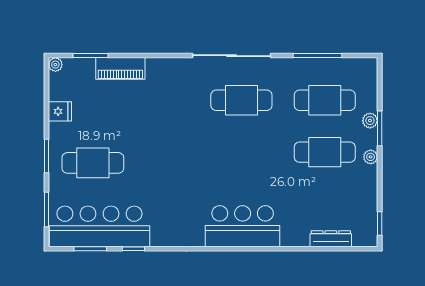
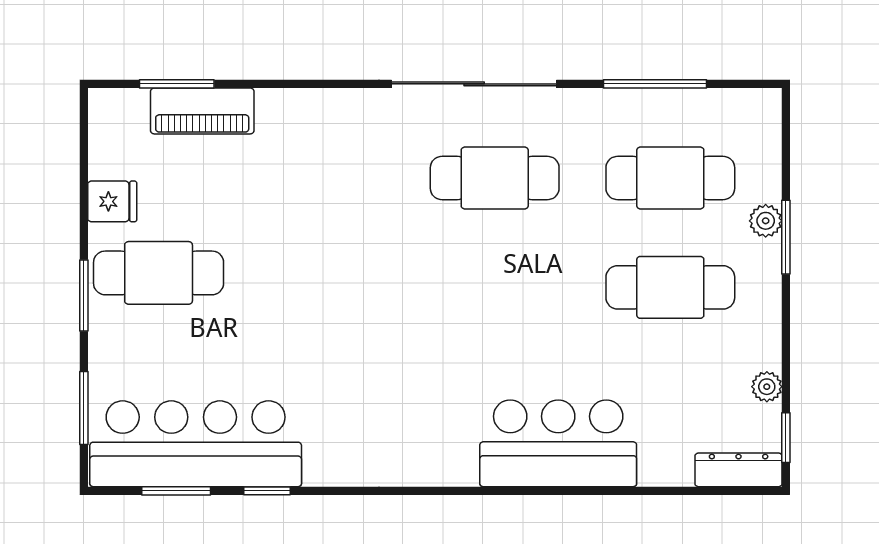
plant: (55, 65) -> (103, 103), removed
piano: (120, 68) -> (202, 111), moved
plant: (371, 157) -> (767, 387), moved
cafe table: (93, 163) -> (159, 273), moved
bar counter: (243, 226) -> (558, 443), moved
dresser: (331, 239) -> (739, 470), moved

